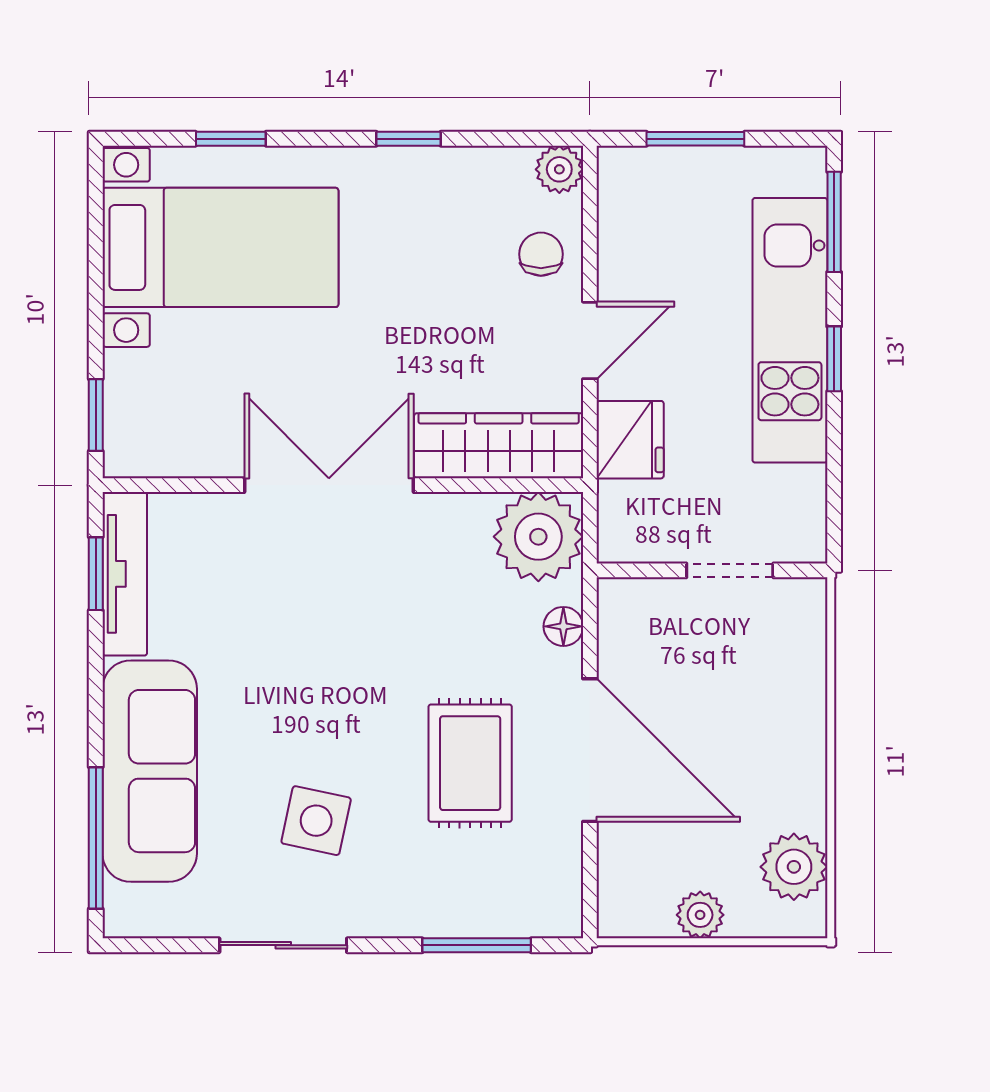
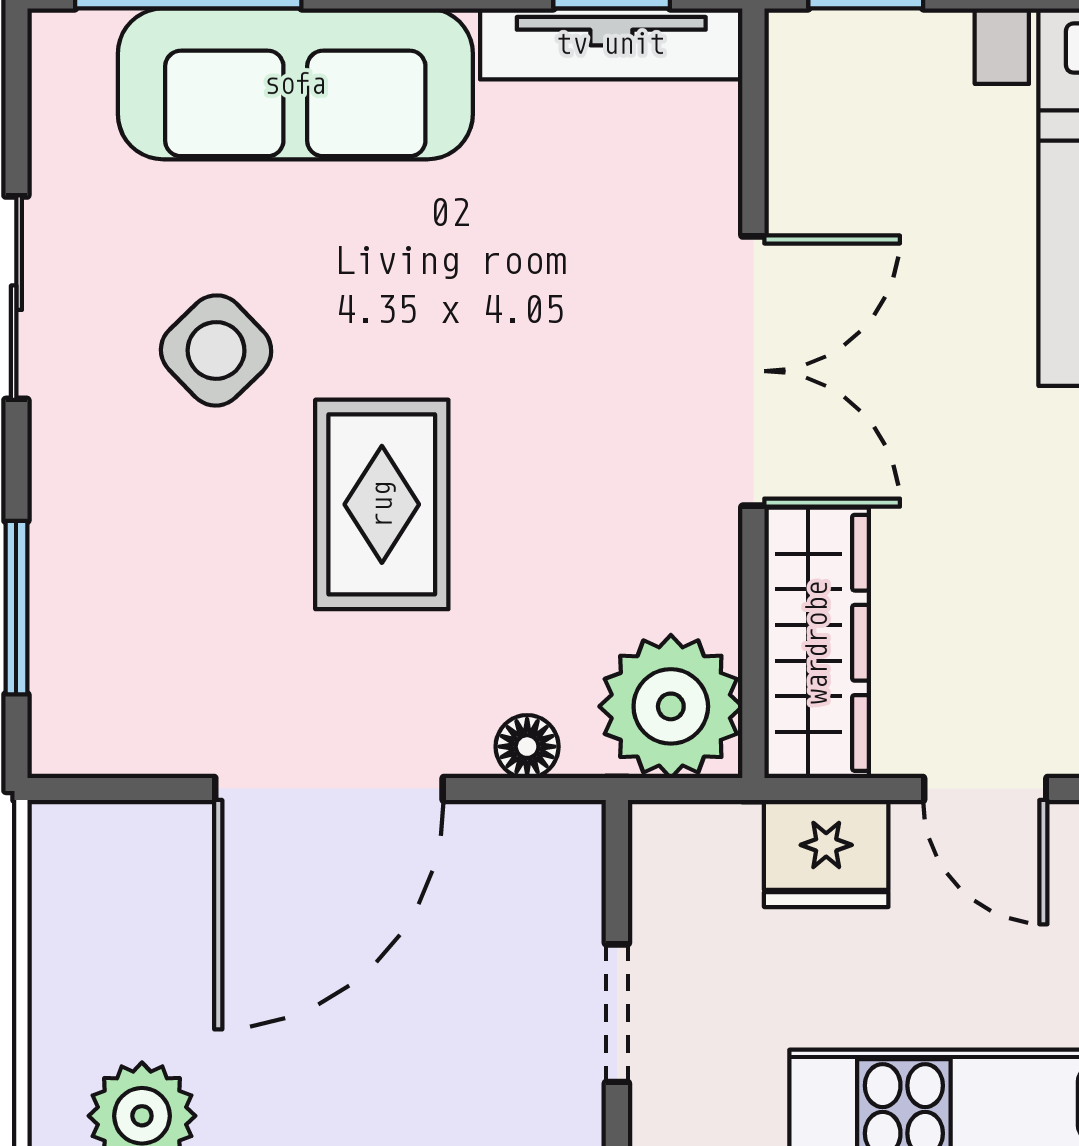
rug: (470, 763) -> (382, 504), moved, turned 90
side table: (316, 821) -> (216, 350), turned 34
plant: (700, 915) -> (65, 965), removed

